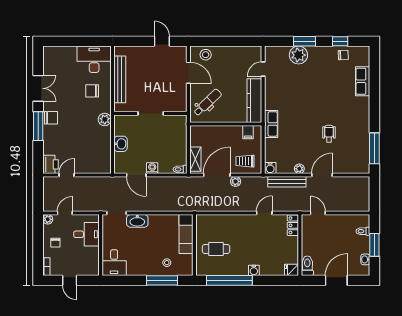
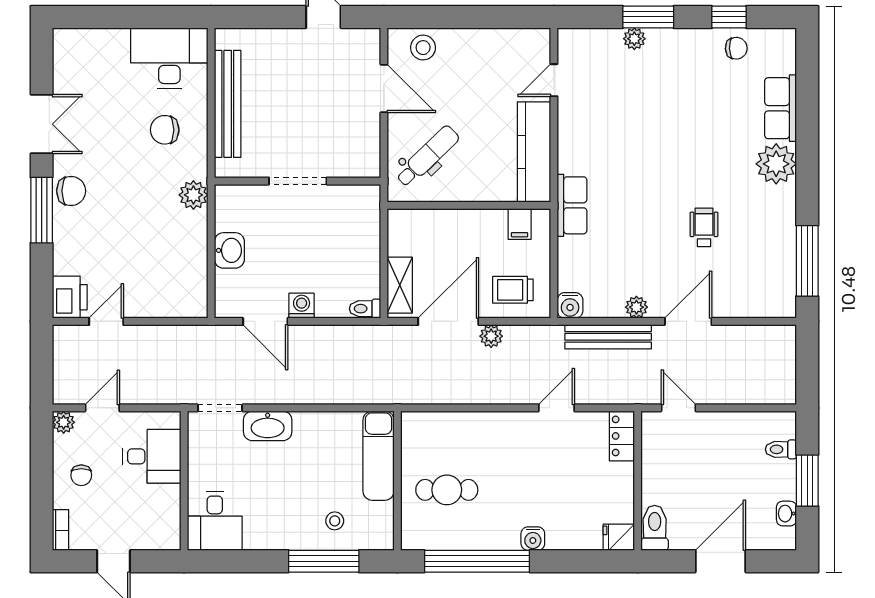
plant: (298, 55) -> (634, 39), width x0.53, depth x0.53
plant: (361, 106) -> (776, 164), added

